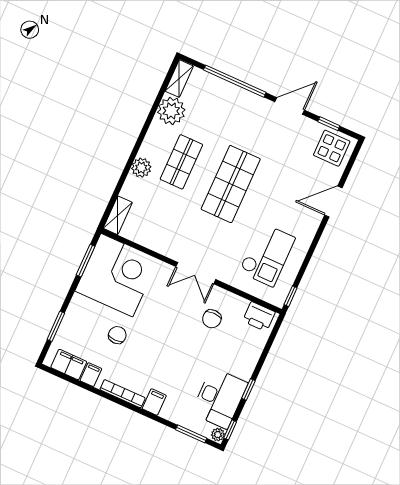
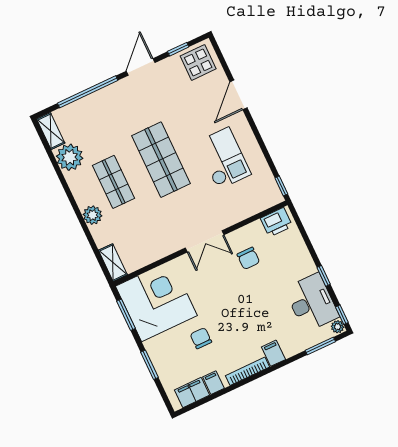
checkout: (267, 255) -> (223, 158), moved
window: (56, 326) -> (150, 365), moved

